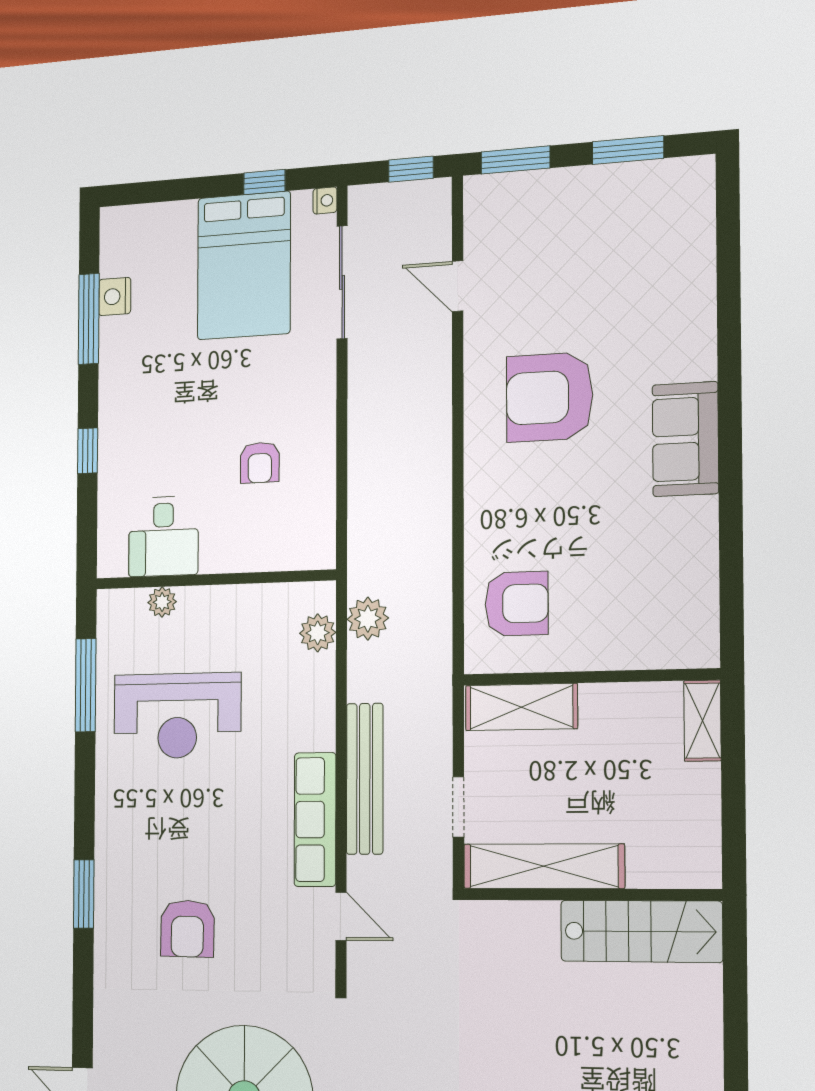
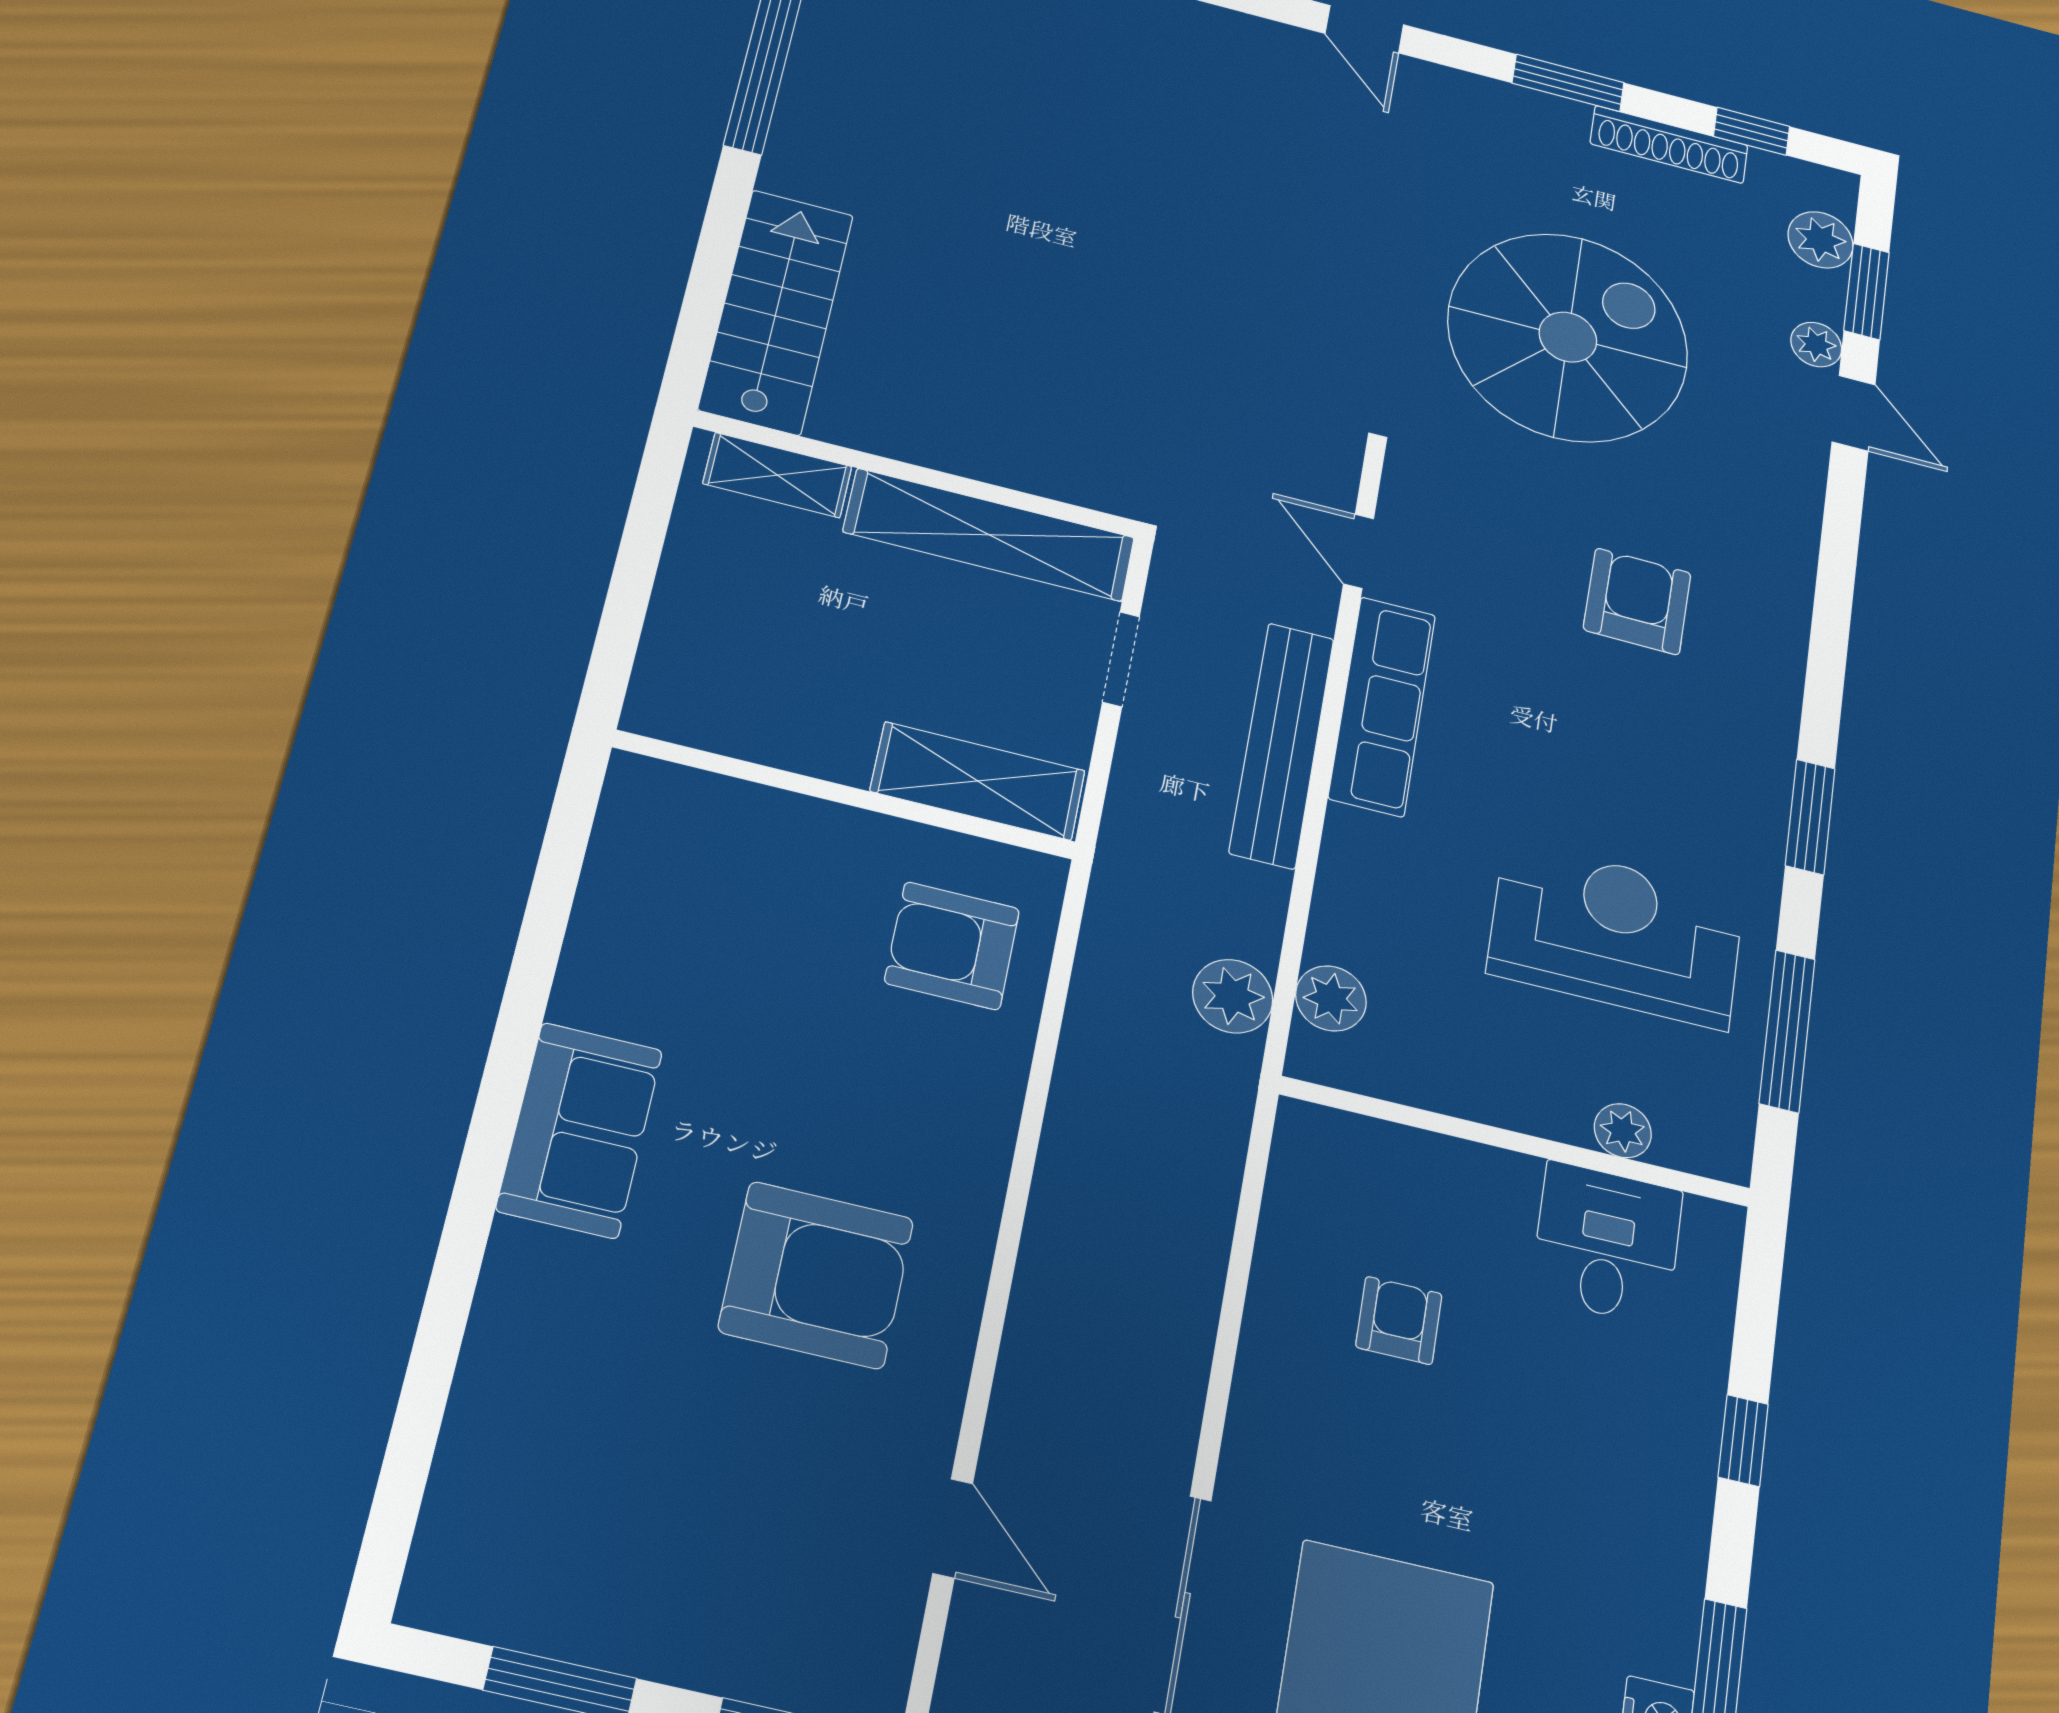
shelving: (702, 721) -> (777, 475), moved, turned 90
window: (84, 894) -> (1810, 817), moved
stairs: (641, 931) -> (776, 312), moved, turned 90

